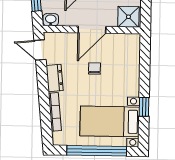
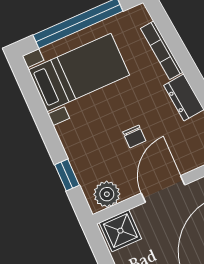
plant: (126, 42) -> (107, 194), added
window: (144, 107) -> (67, 175), moved

